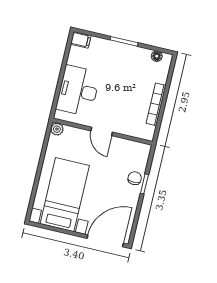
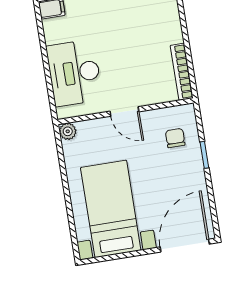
bookcase: (156, 104) -> (182, 72), moved
chair: (135, 178) -> (175, 138), moved

